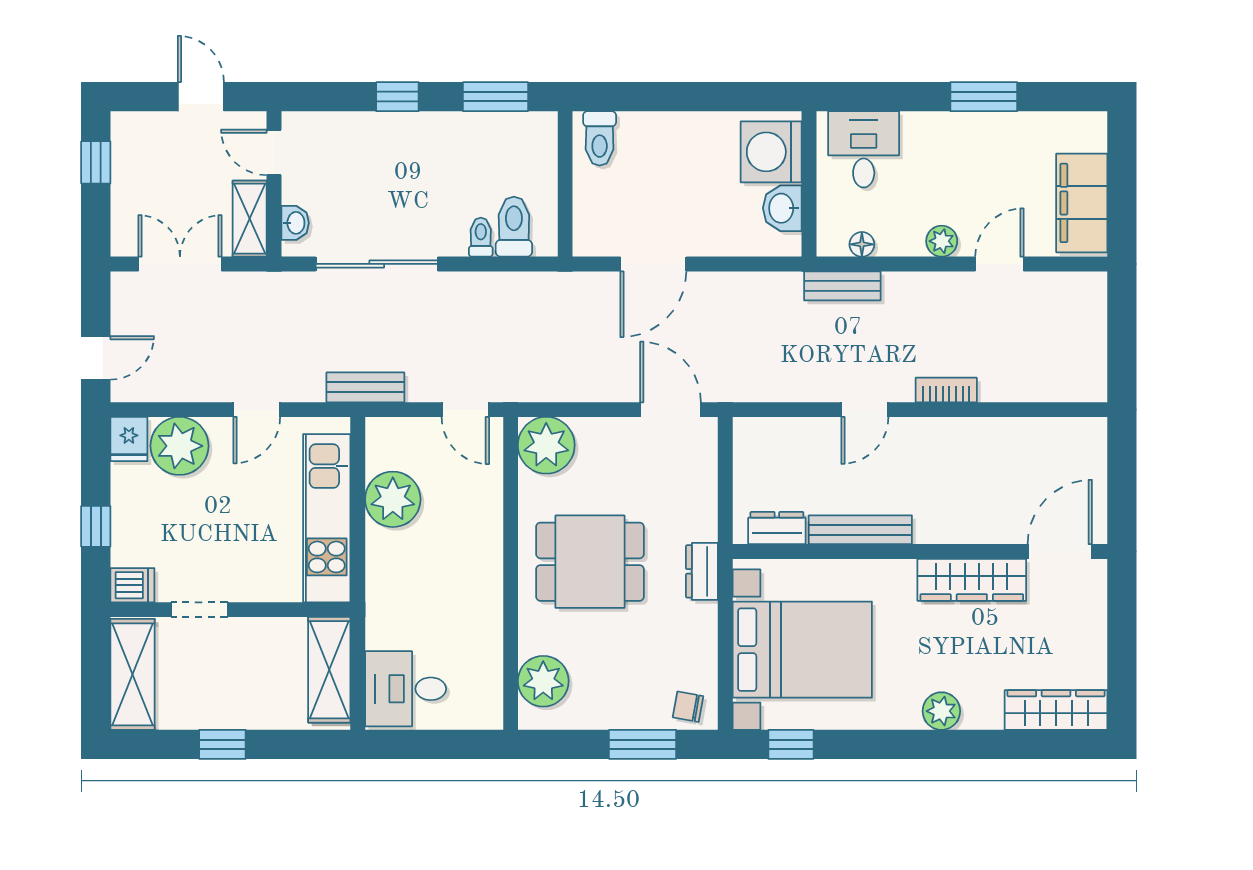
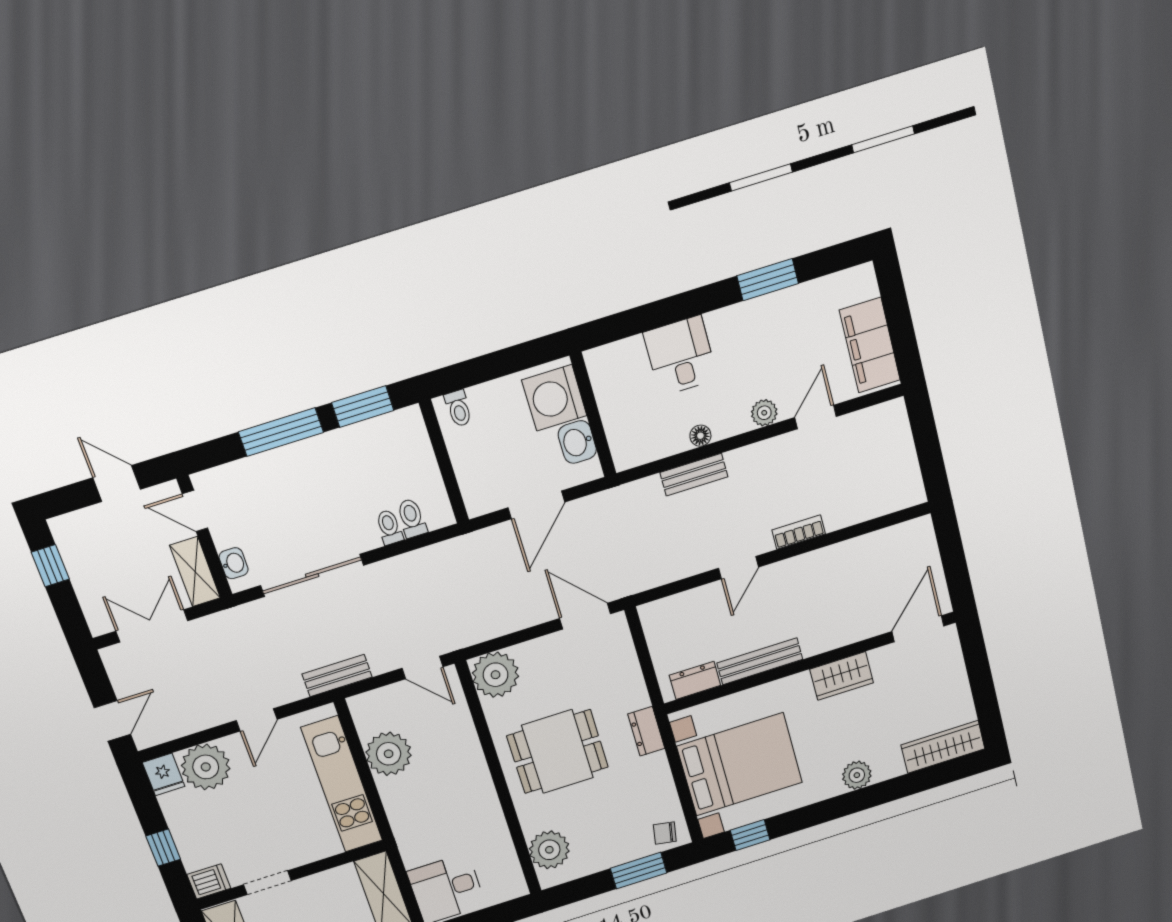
window: (397, 97) -> (281, 432), width x2.17
toilet: (600, 138) -> (458, 408), width x0.73, depth x0.72
washing machine: (771, 152) -> (554, 398), moved
wall: (809, 184) -> (593, 415), moved
washbasin: (782, 208) -> (577, 442), moved
toilet: (514, 227) -> (412, 518), width x0.73, depth x0.72
wardrobe: (972, 580) -> (842, 676), width x0.67

